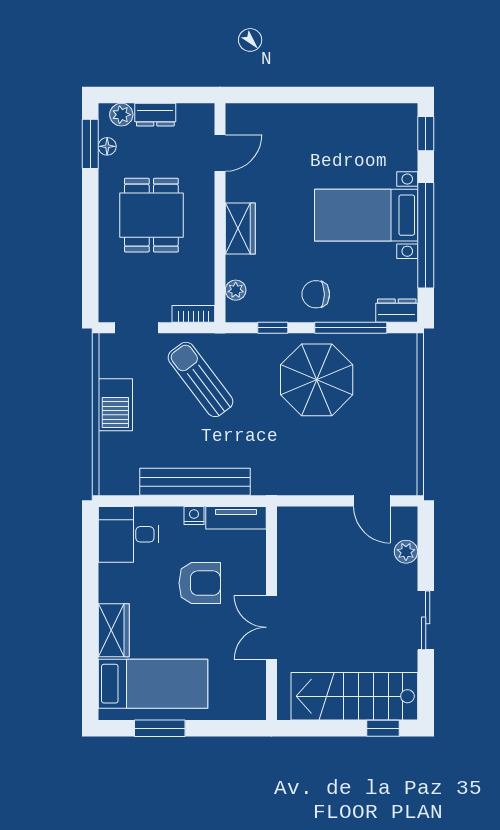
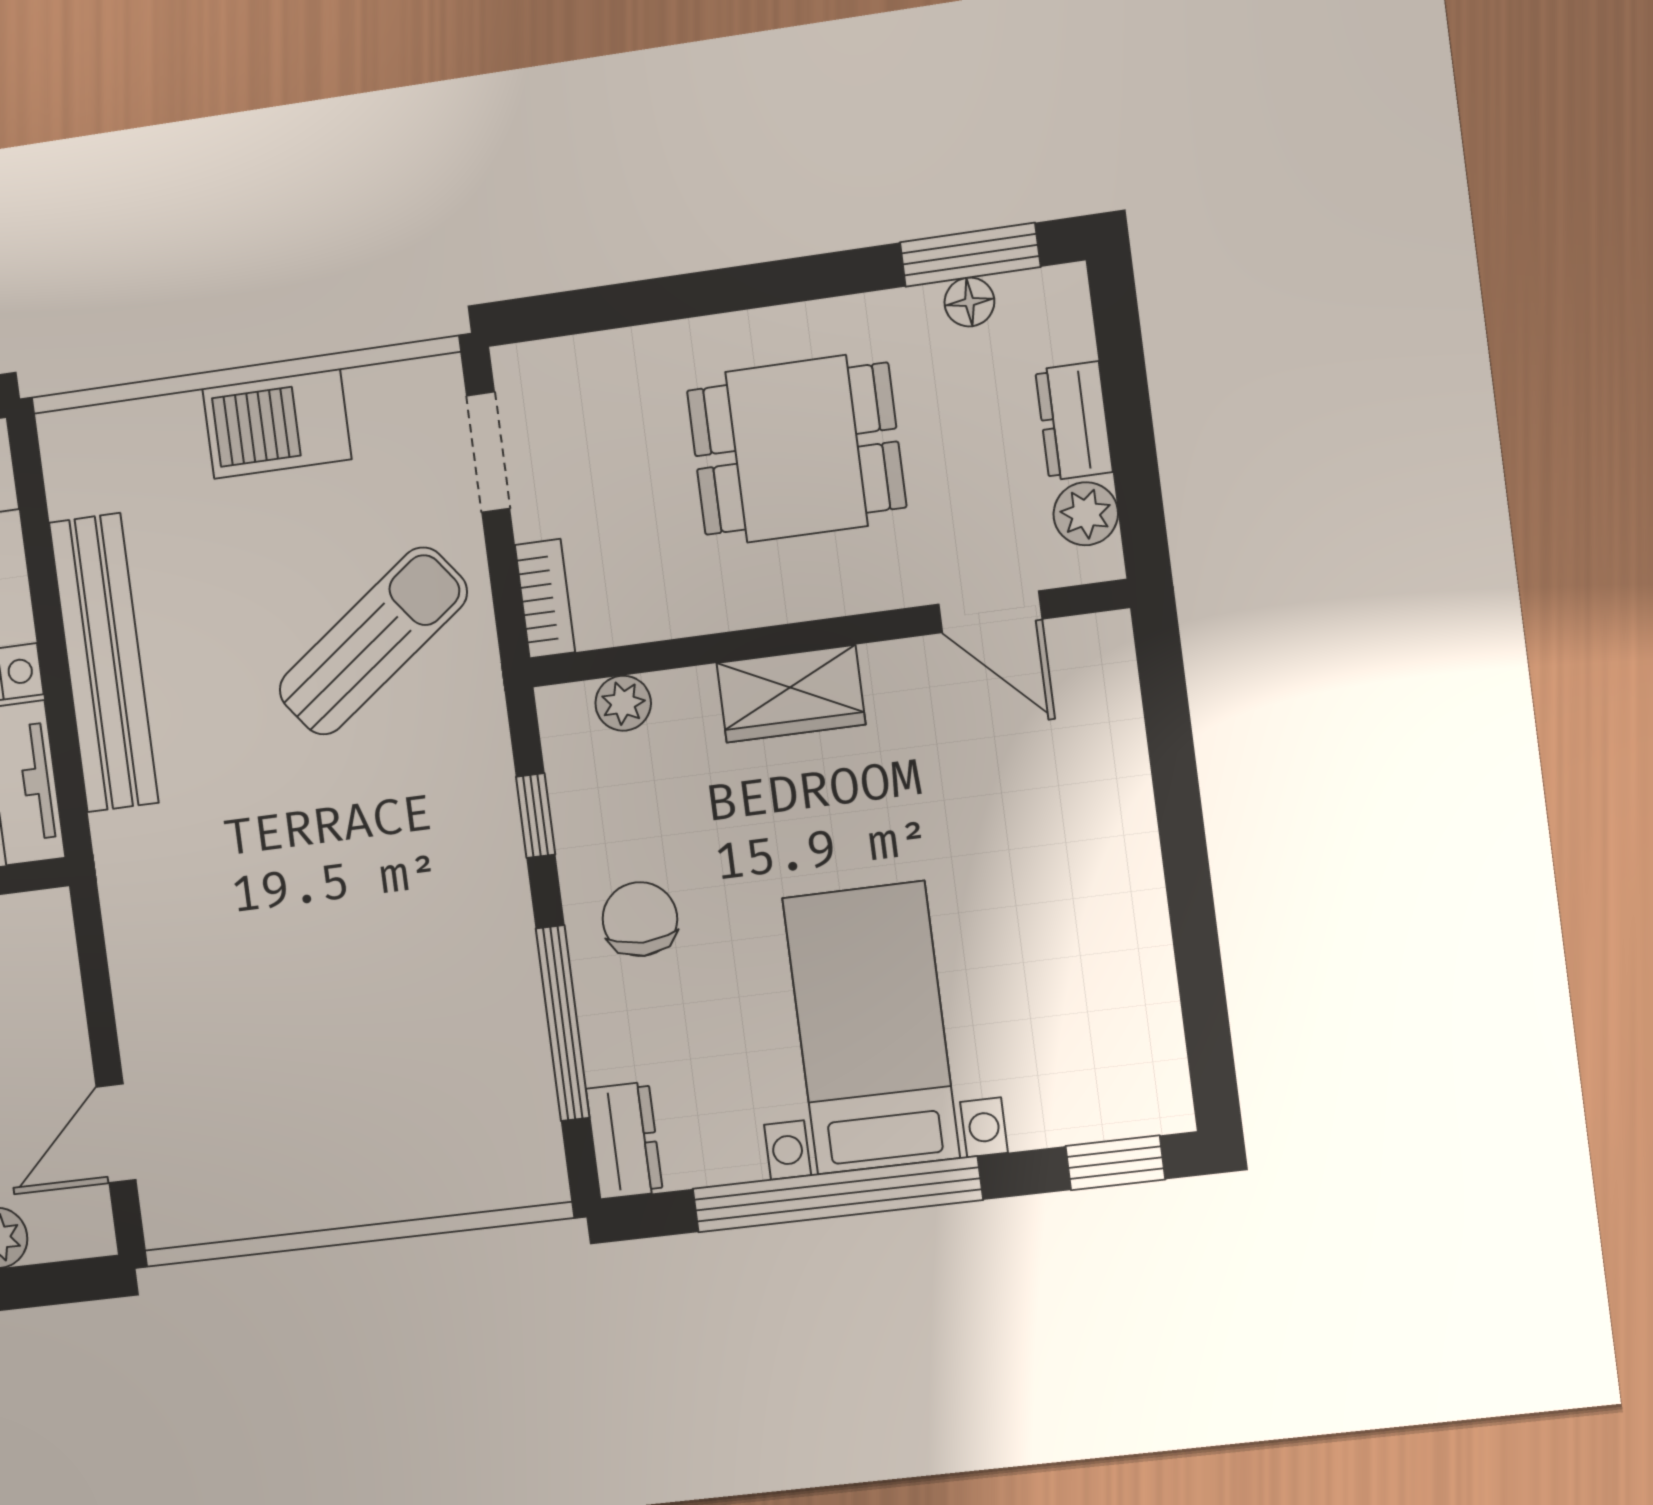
plant: (121, 115) -> (1086, 514), moved
parasol: (317, 380) -> (413, 950), removed

